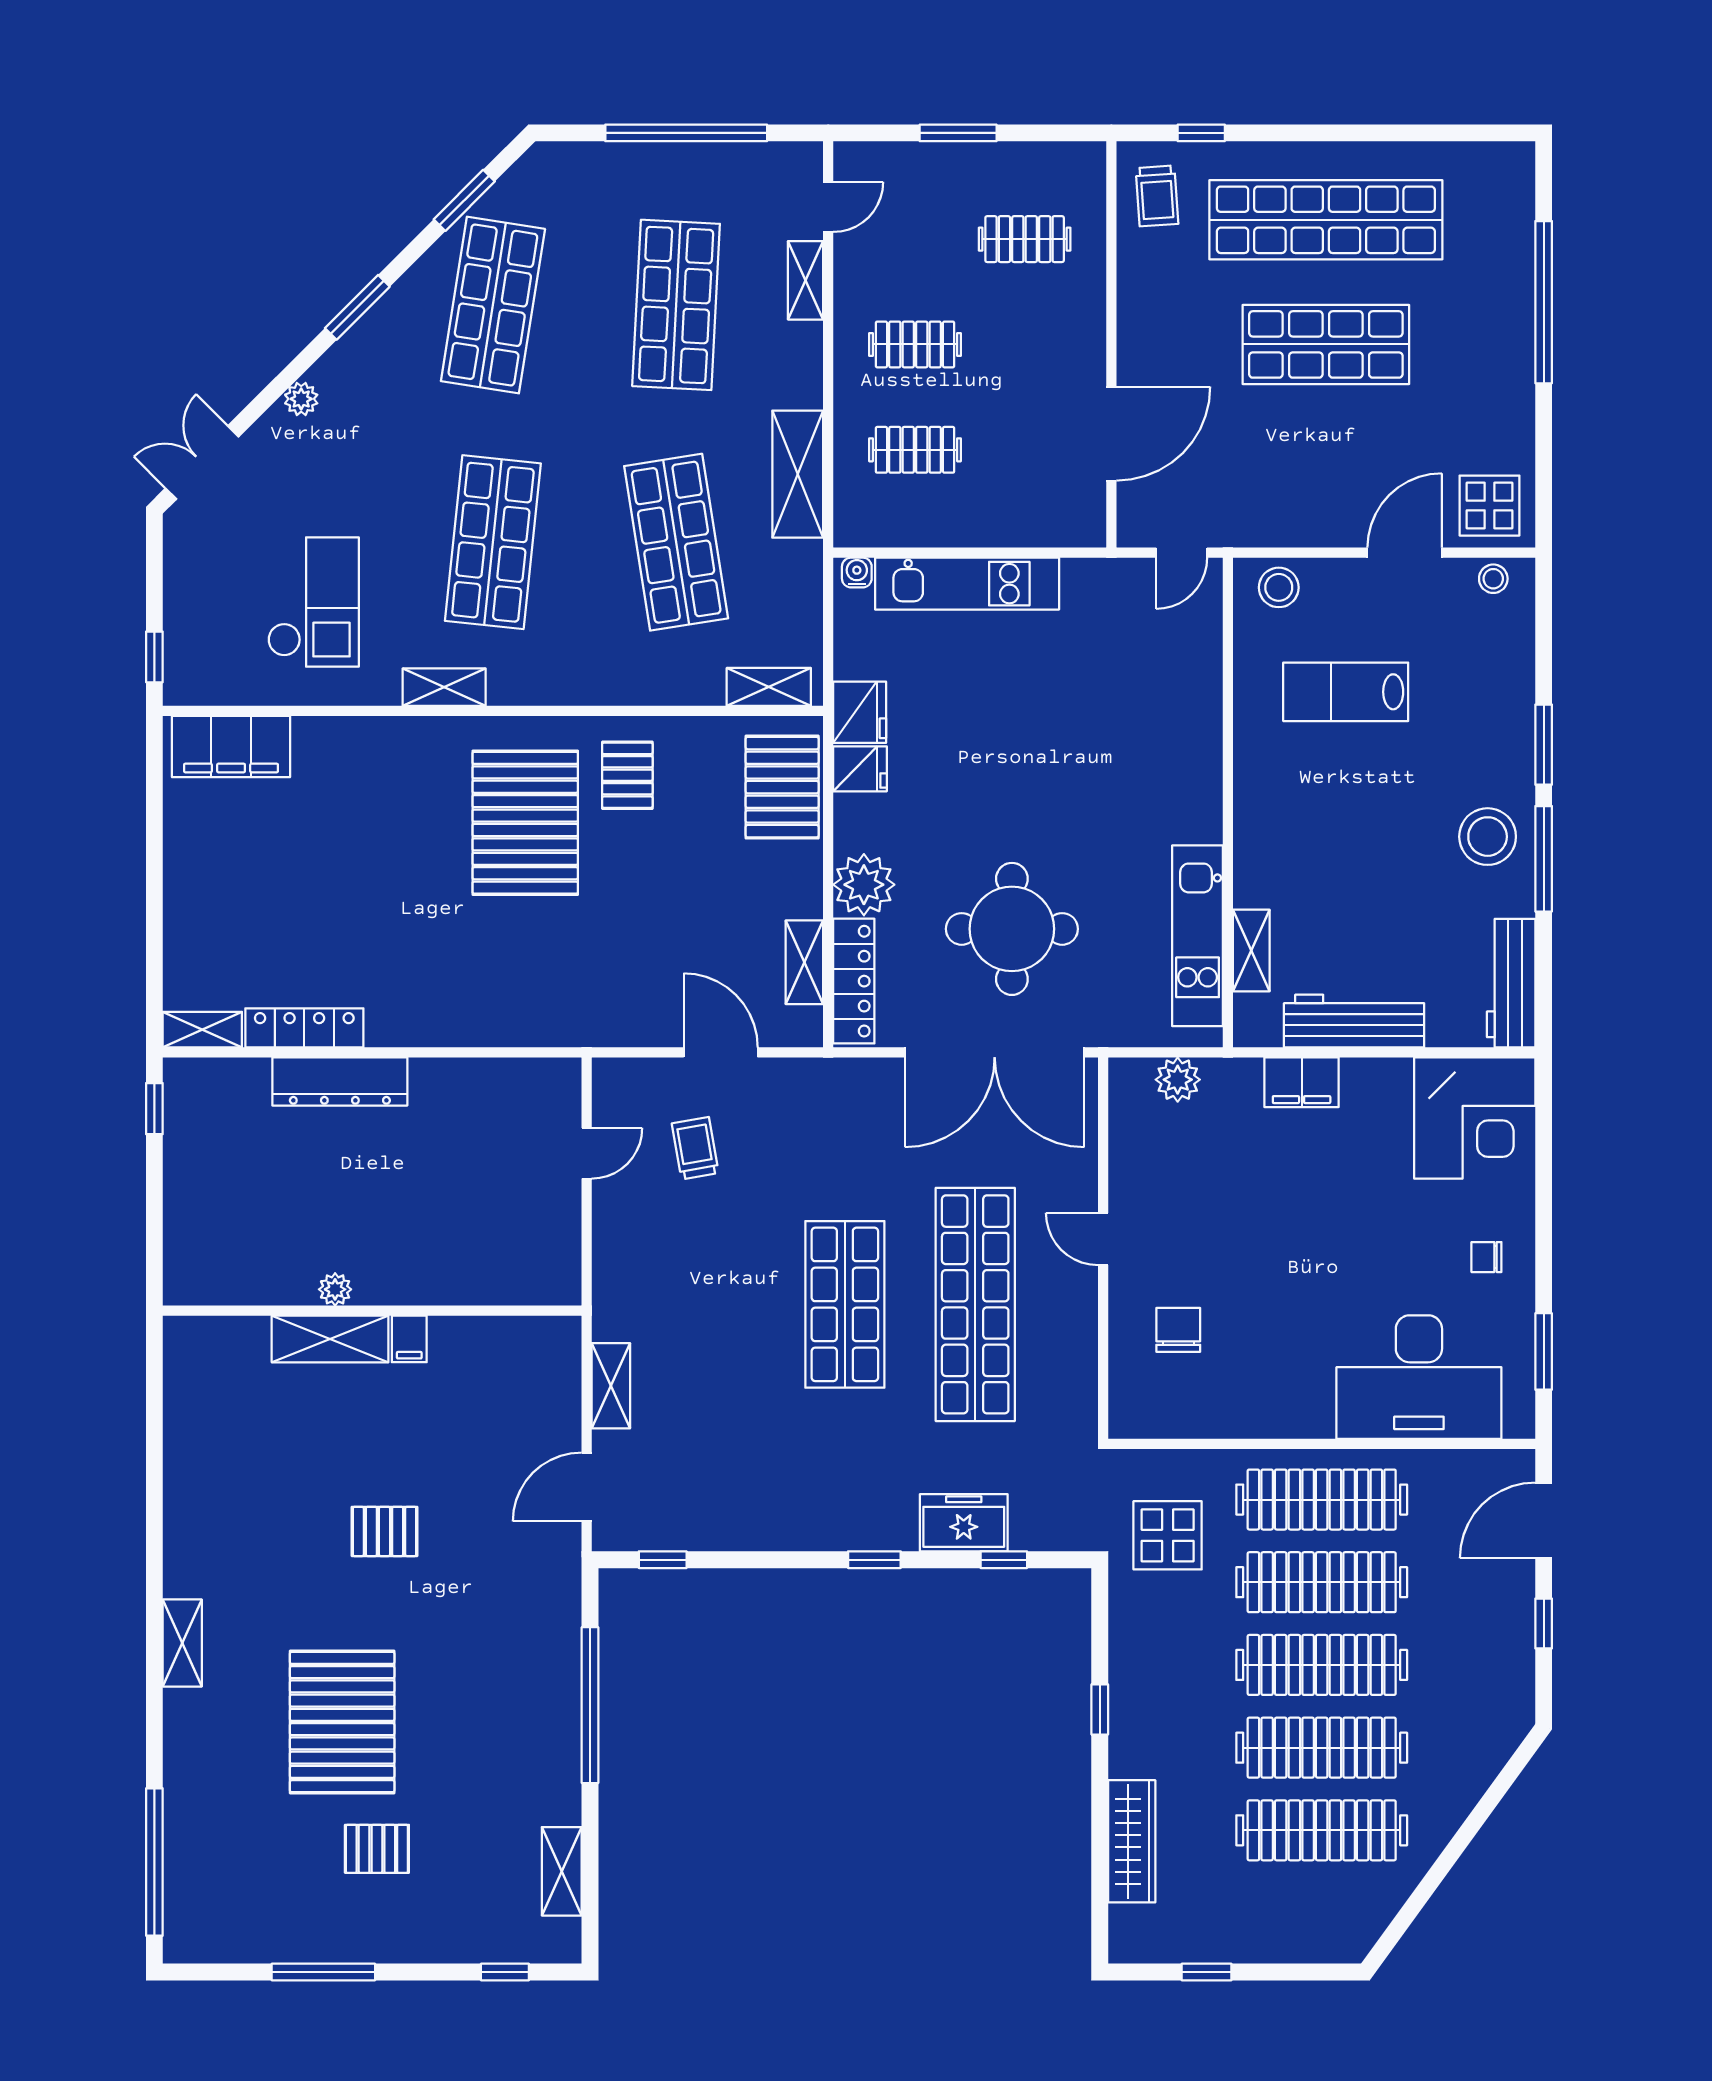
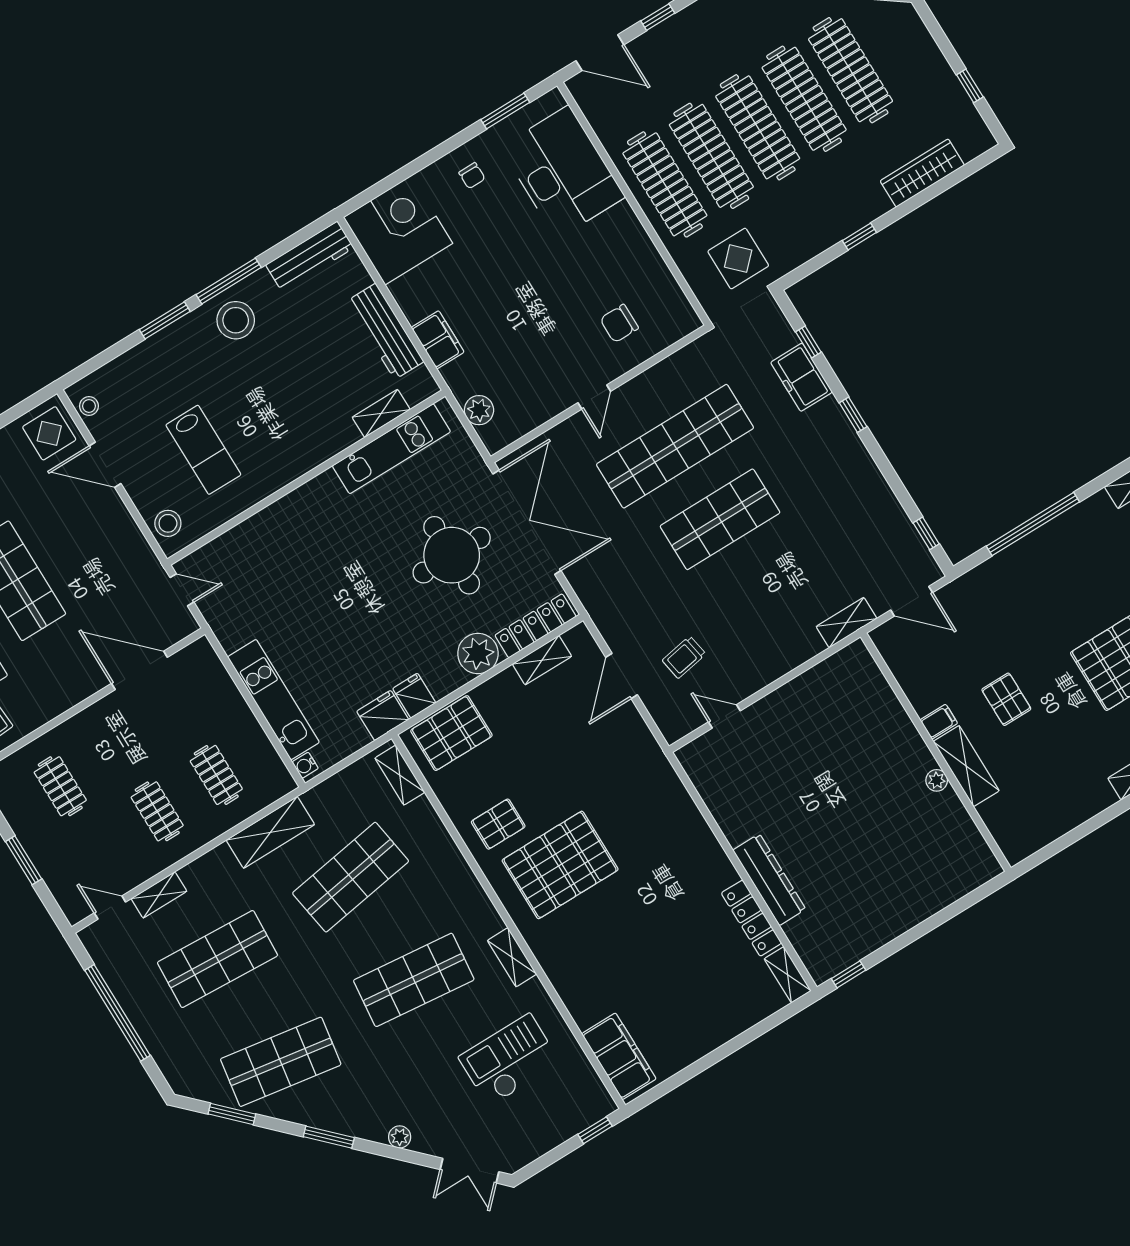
plant: (335, 1289) -> (937, 780), moved
wall: (372, 1311) -> (936, 752), moved
shelving: (330, 1339) -> (966, 766), moved
filing cabinet: (409, 1339) -> (939, 722), moved

